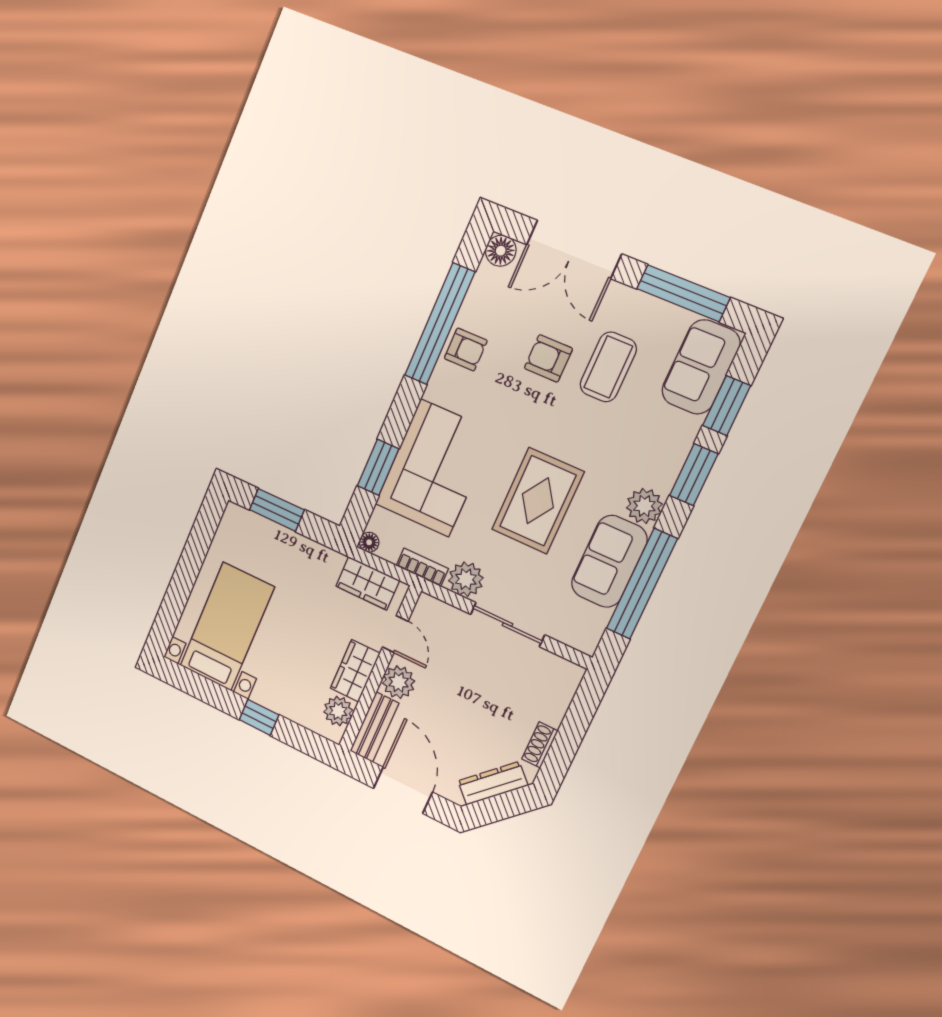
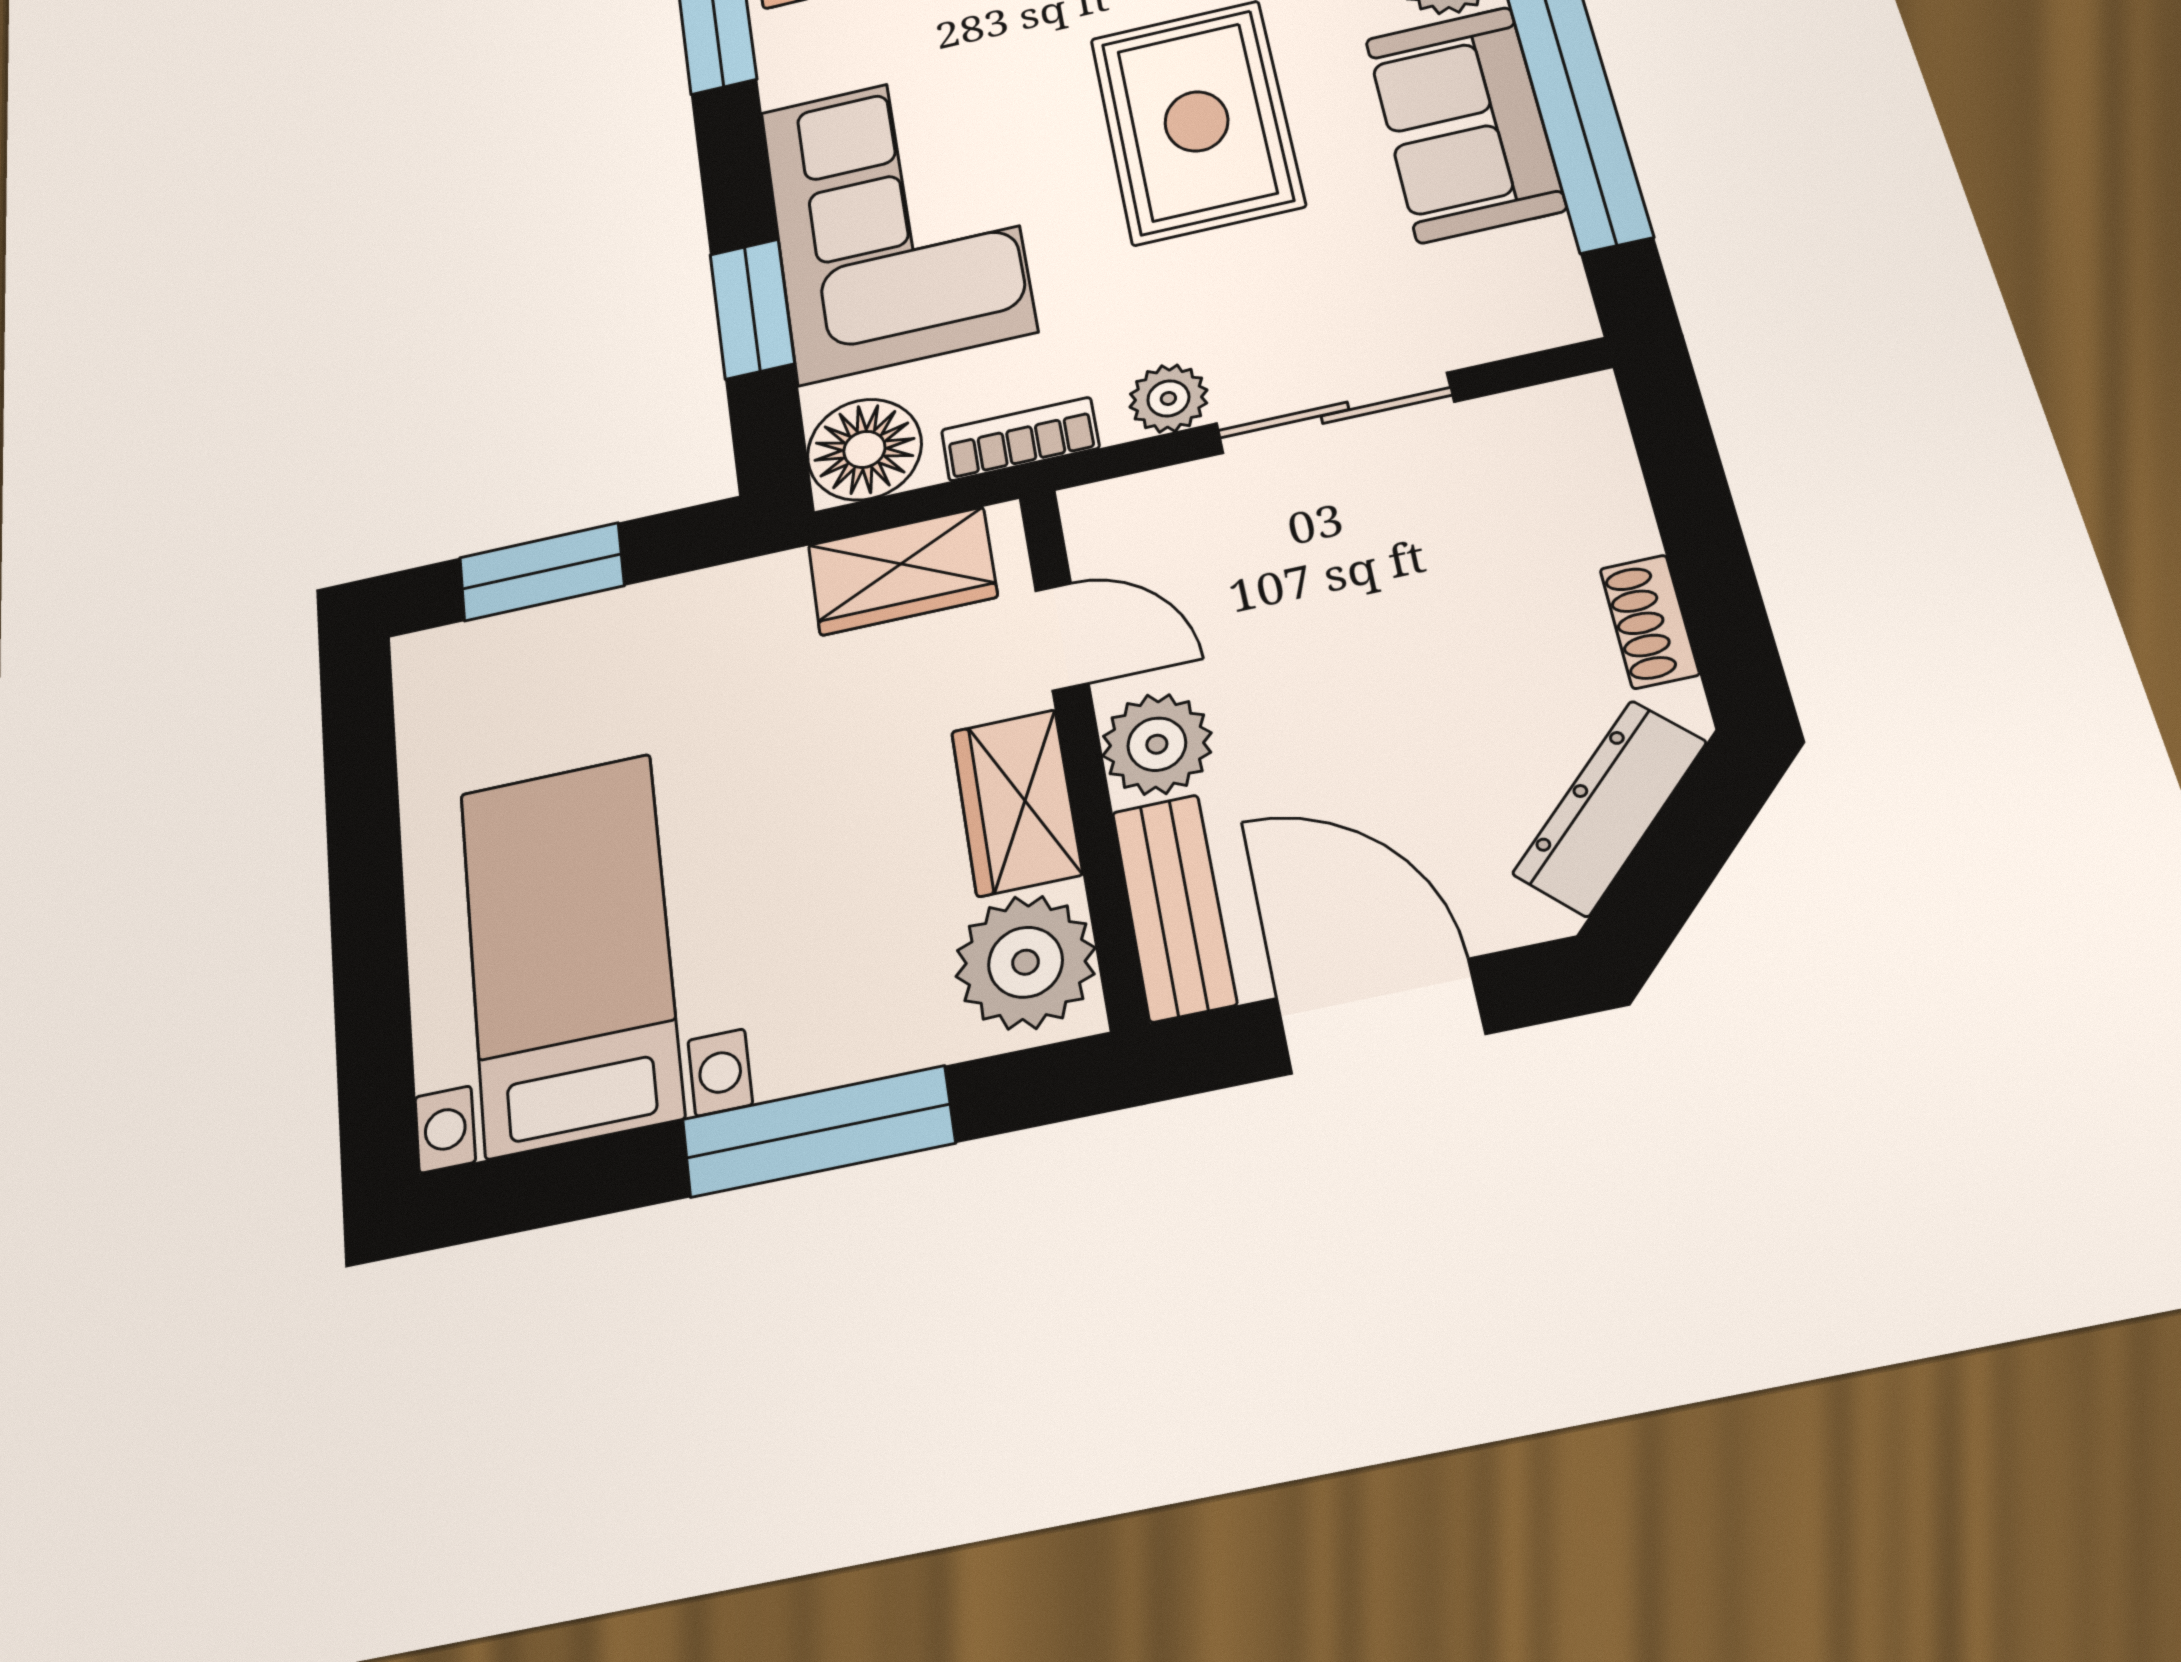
floor lamp: (369, 542) -> (864, 449), width x1.89, depth x1.89
plant: (466, 579) -> (1168, 398), width x0.73, depth x0.73
plant: (338, 711) -> (1026, 962), width x1.36, depth x1.36
window: (259, 717) -> (818, 1131), width x2.17

